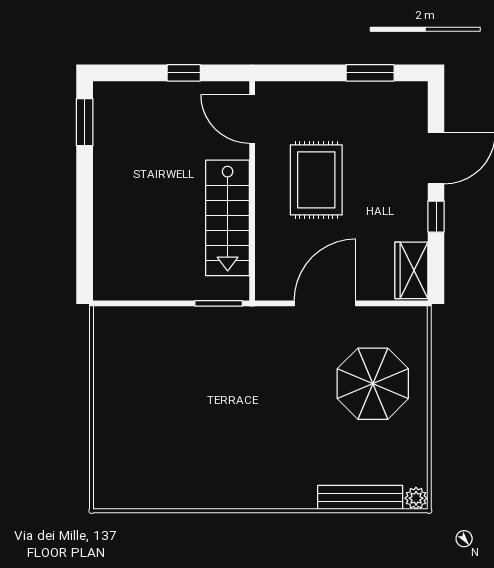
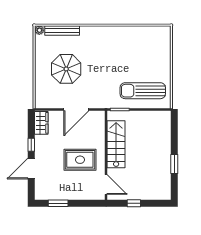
window: (85, 122) -> (174, 164), moved
rug: (316, 180) -> (80, 160), turned 90
sun lounger: (162, 350) -> (143, 91), added
parasol: (373, 384) -> (66, 69), moved

